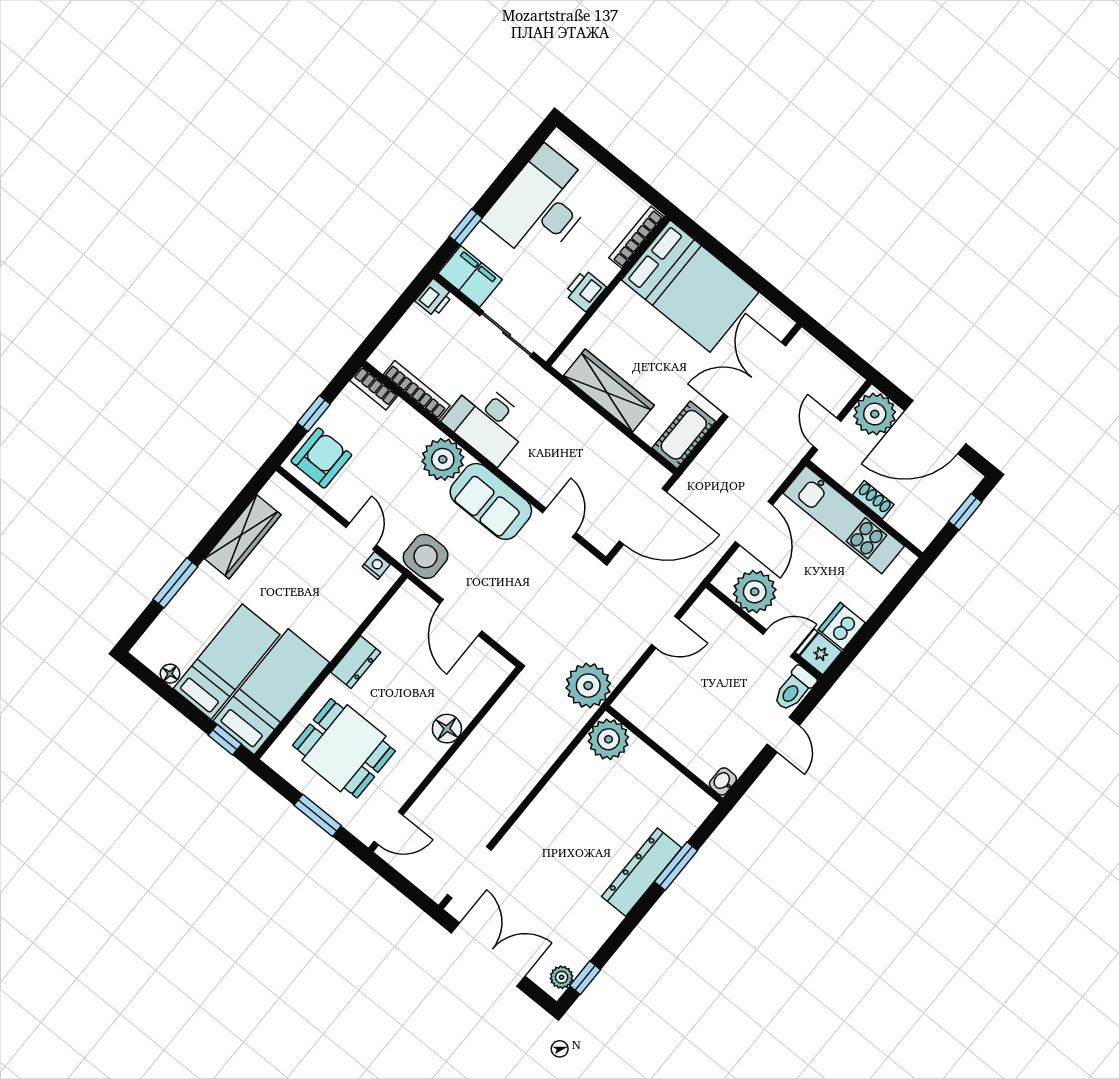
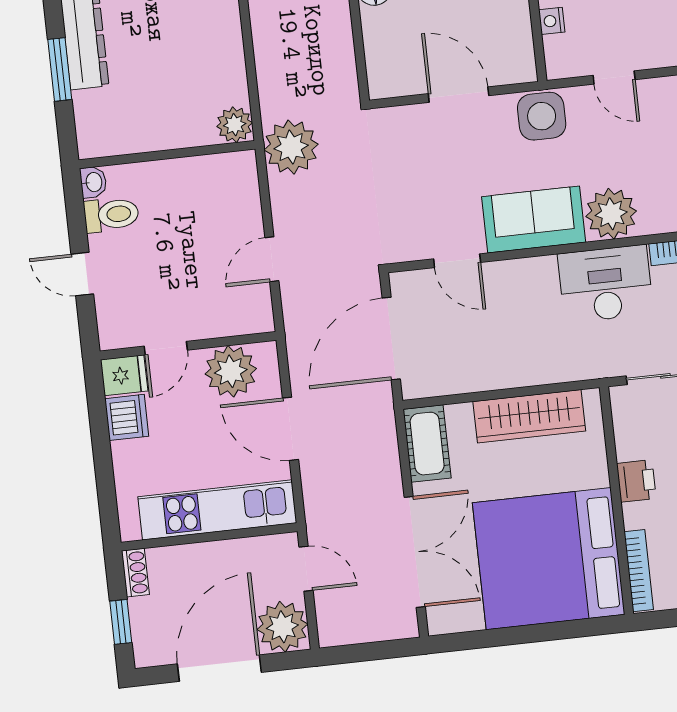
bed: (690, 286) -> (549, 559), width x1.36
shoe rack: (873, 500) -> (135, 573), moved, turned -90
nightstand: (376, 565) -> (552, 21), moved, turned 90
toilet: (794, 689) -> (111, 215), moved, turned 90
plant: (608, 739) -> (235, 125), width x0.73, depth x0.73

